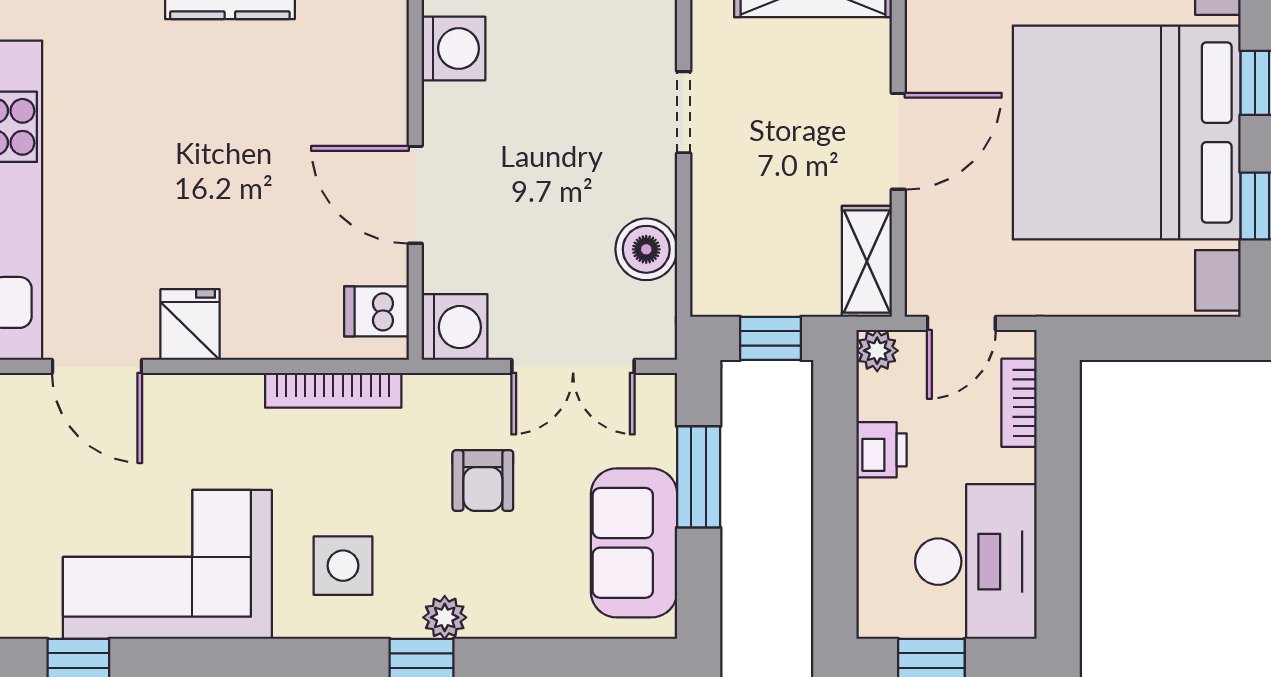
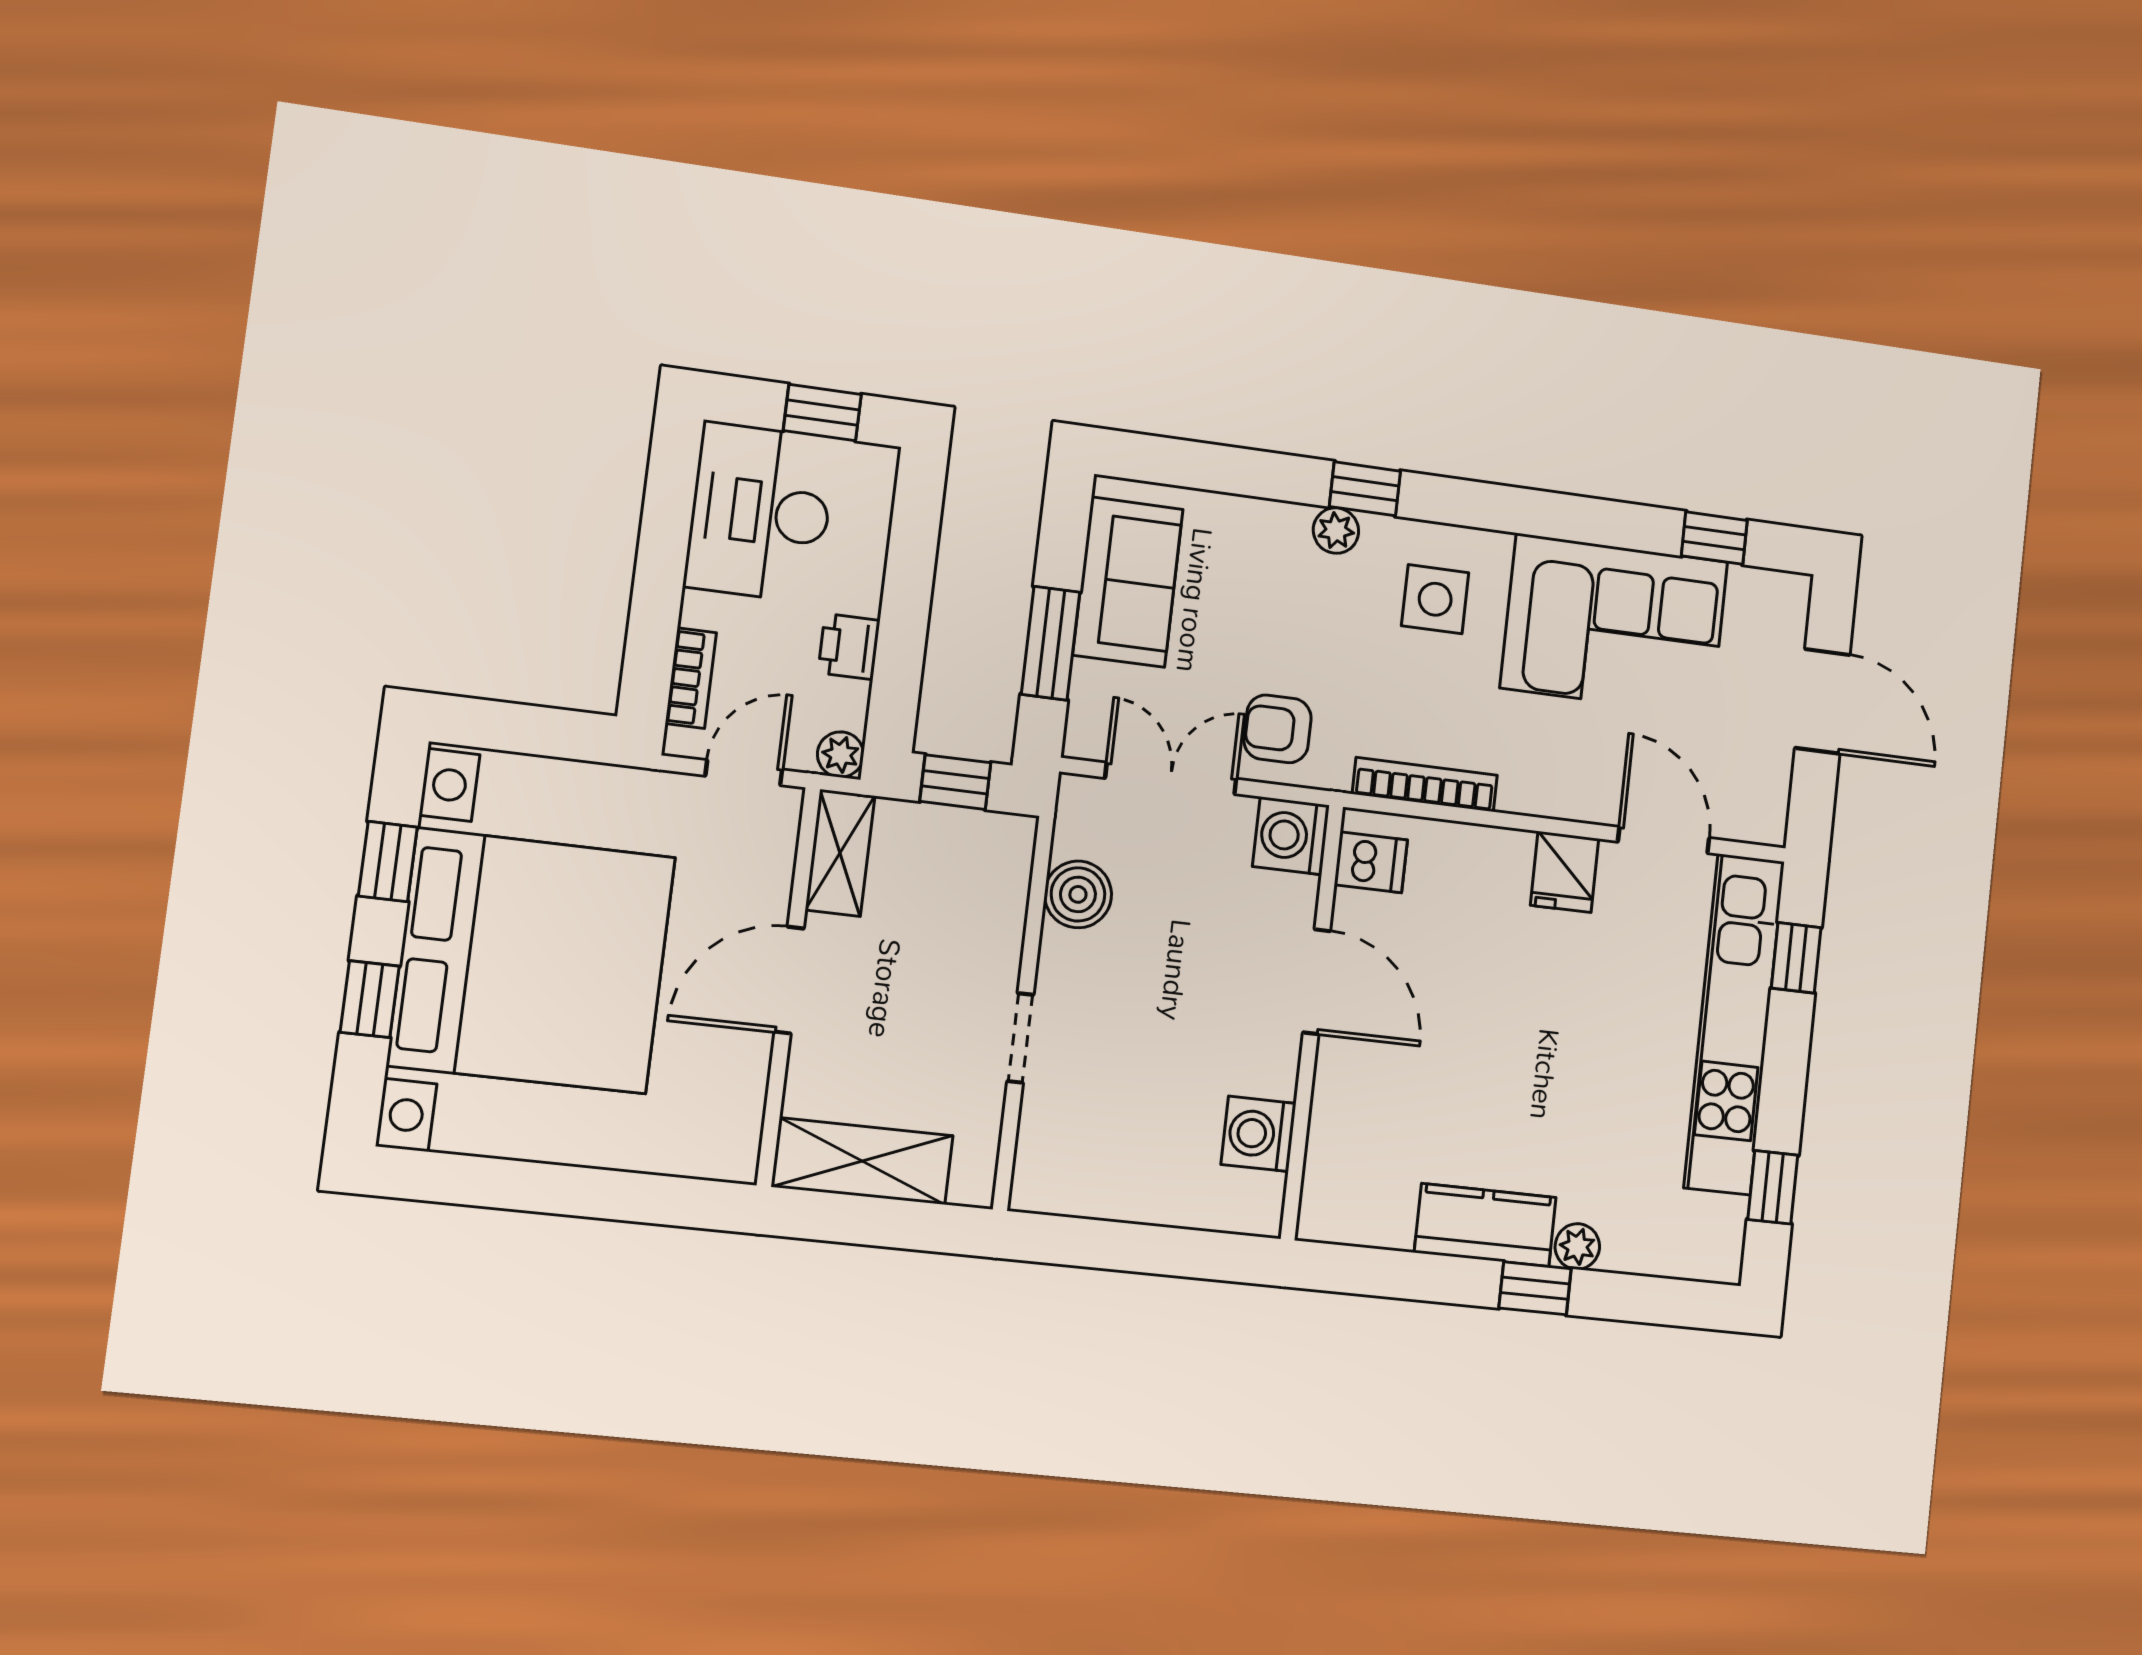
armchair: (483, 481) -> (1277, 729), moved, turned -90

